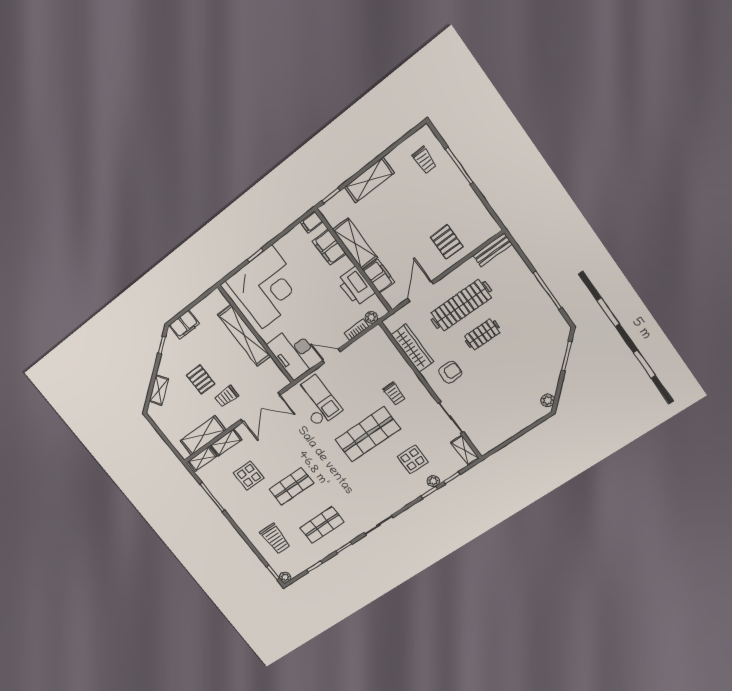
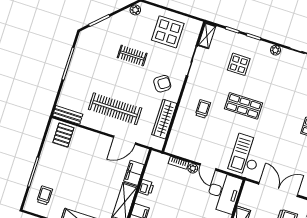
pallet: (447, 242) -> (63, 135), moved
printer: (356, 286) -> (146, 188), width x0.53, depth x0.68
plant: (371, 317) -> (193, 168), moved
clothes rail: (482, 334) -> (132, 55), moved
armchair: (450, 372) -> (162, 84), turned 145
display table: (499, 416) -> (168, 32), added
shop shelf: (368, 434) -> (244, 106), width x0.70, depth x0.74
plant: (433, 481) -> (276, 50), moved

